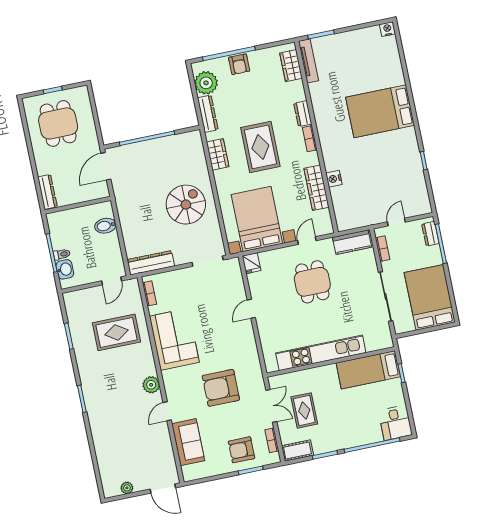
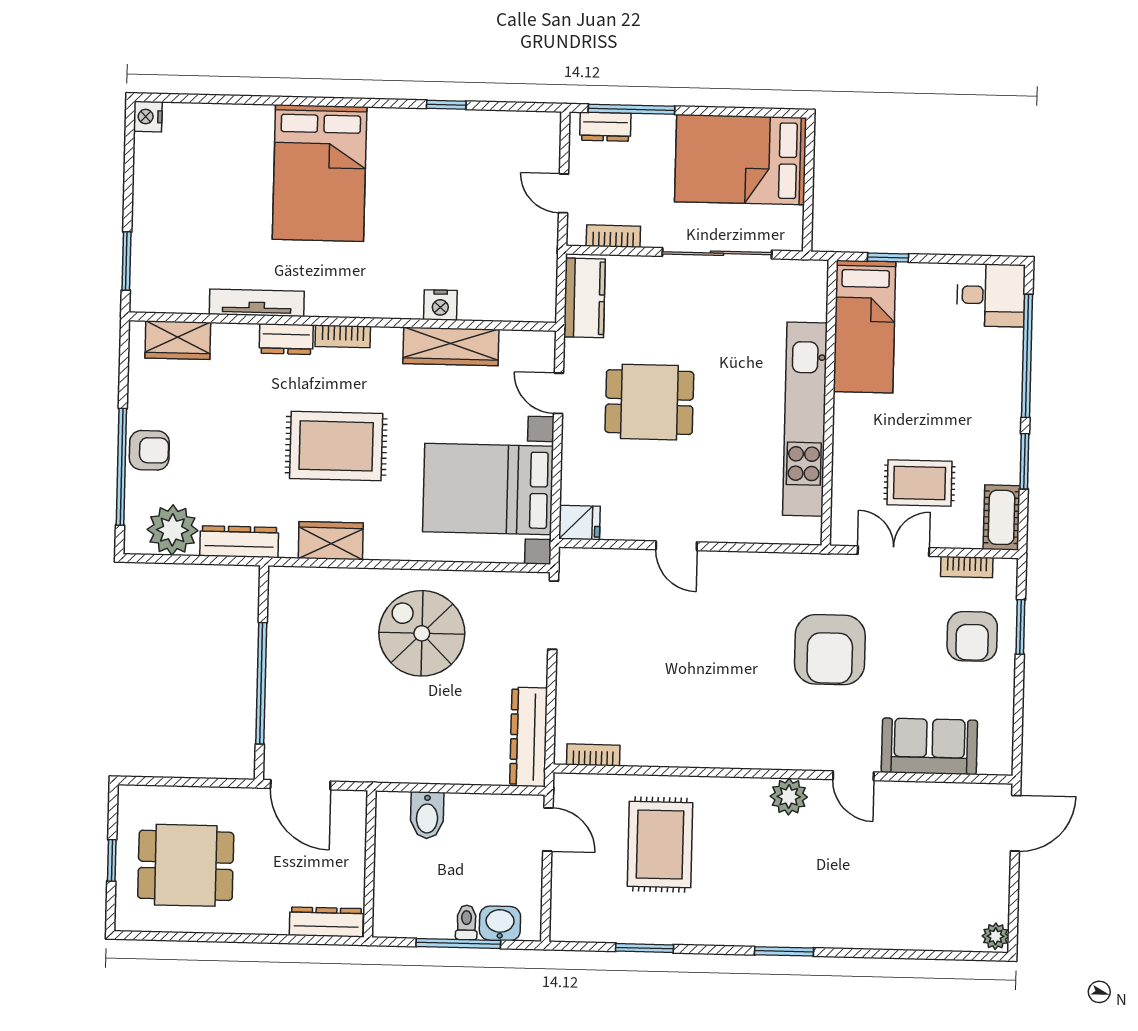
tv unit: (308, 61) -> (257, 303), moved
corner sofa: (174, 339) -> (703, 725), removed
plant: (127, 488) -> (996, 936), moved

